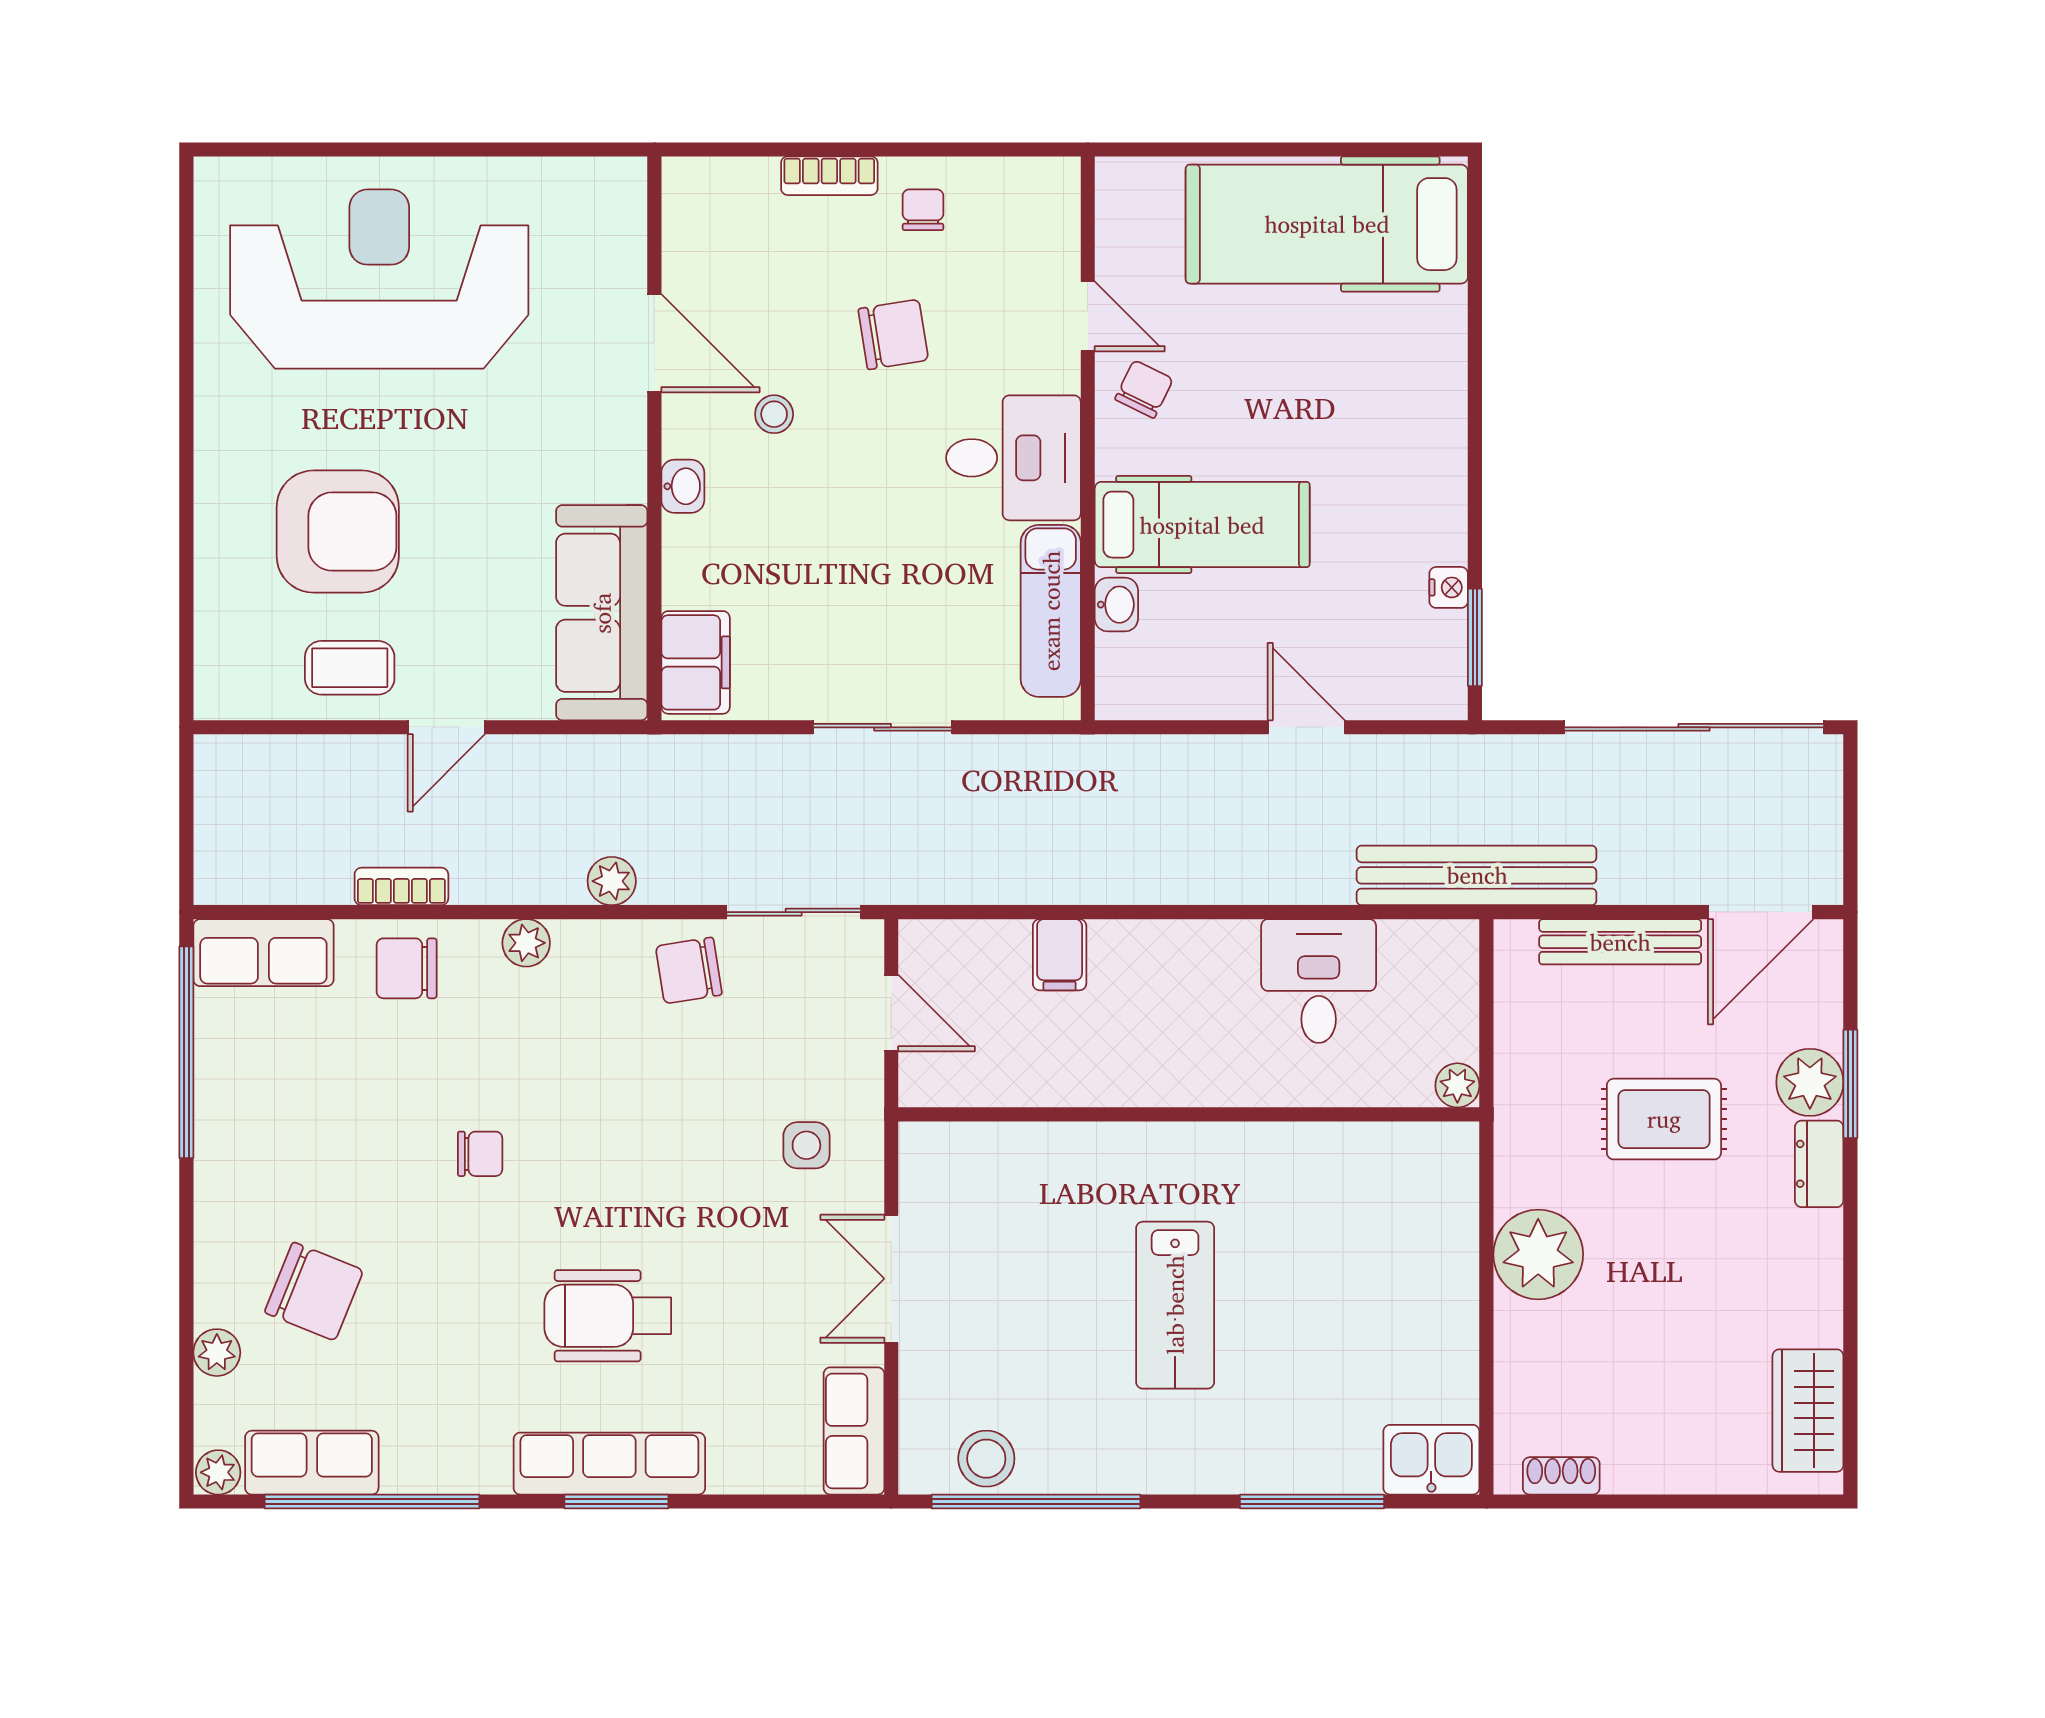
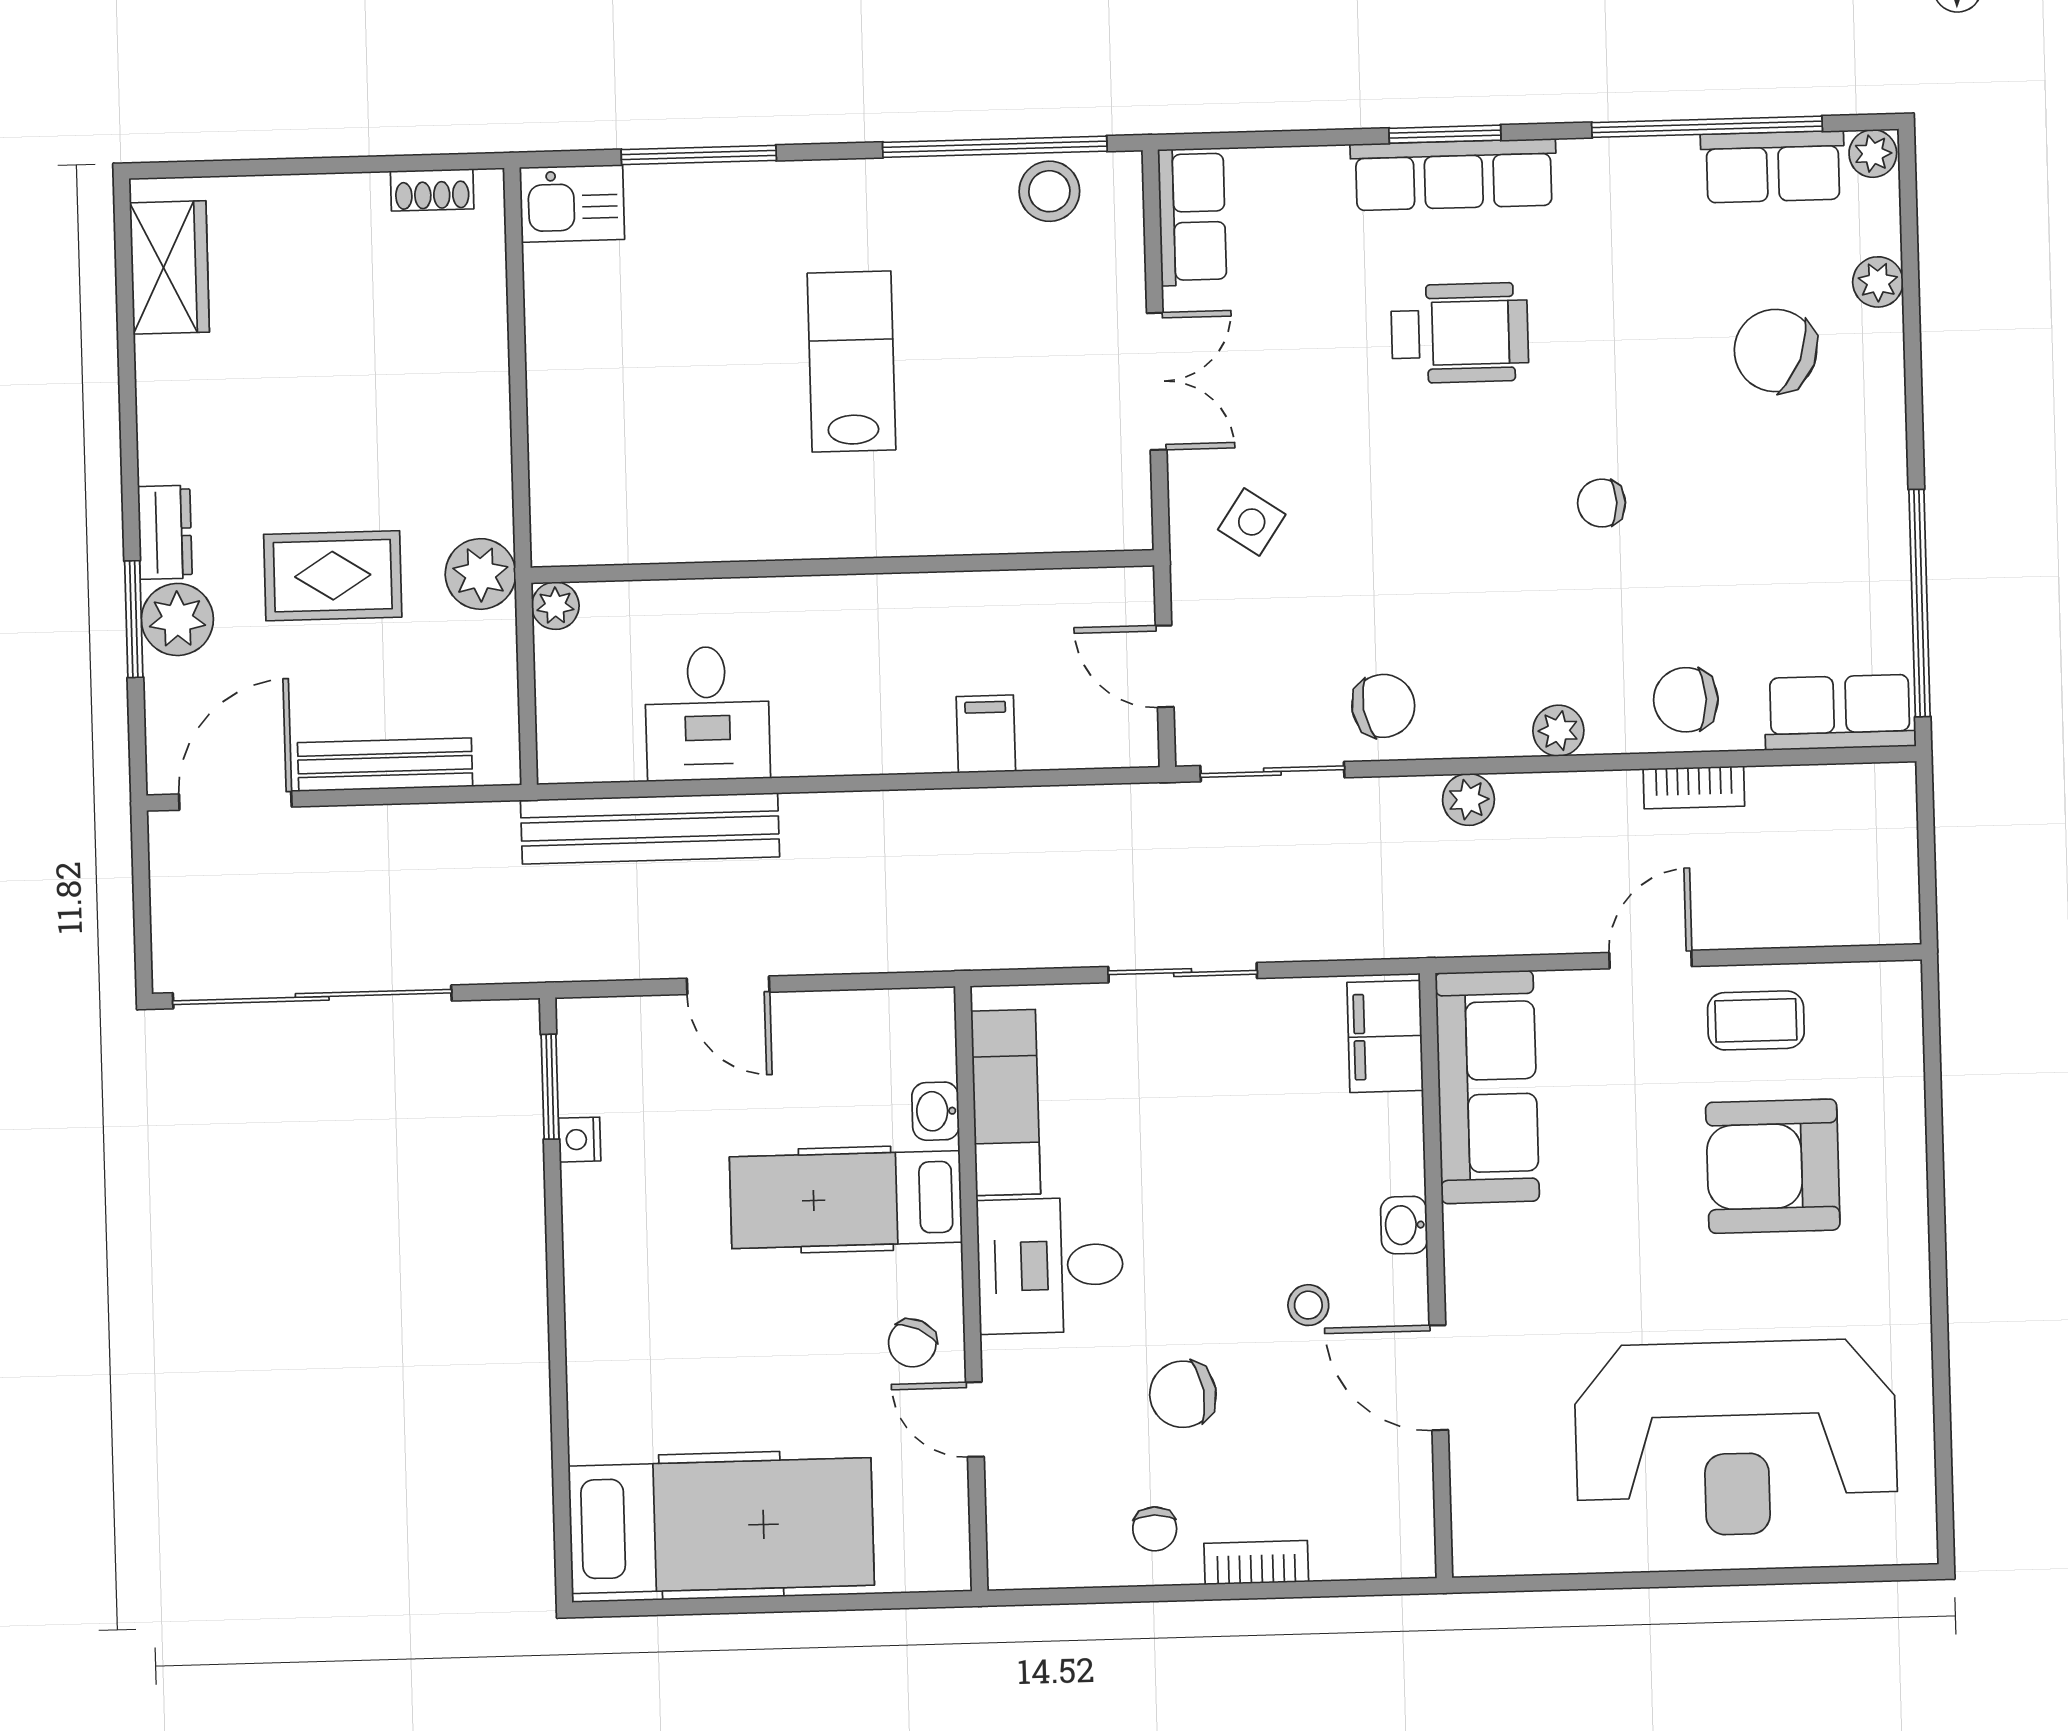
bench: (1477, 875) -> (650, 828), moved
chair: (407, 968) -> (1686, 700), turned 180
side table: (806, 1145) -> (1252, 522), turned 34
plant: (1538, 1254) -> (481, 574), moved, width x0.73, depth x0.73

